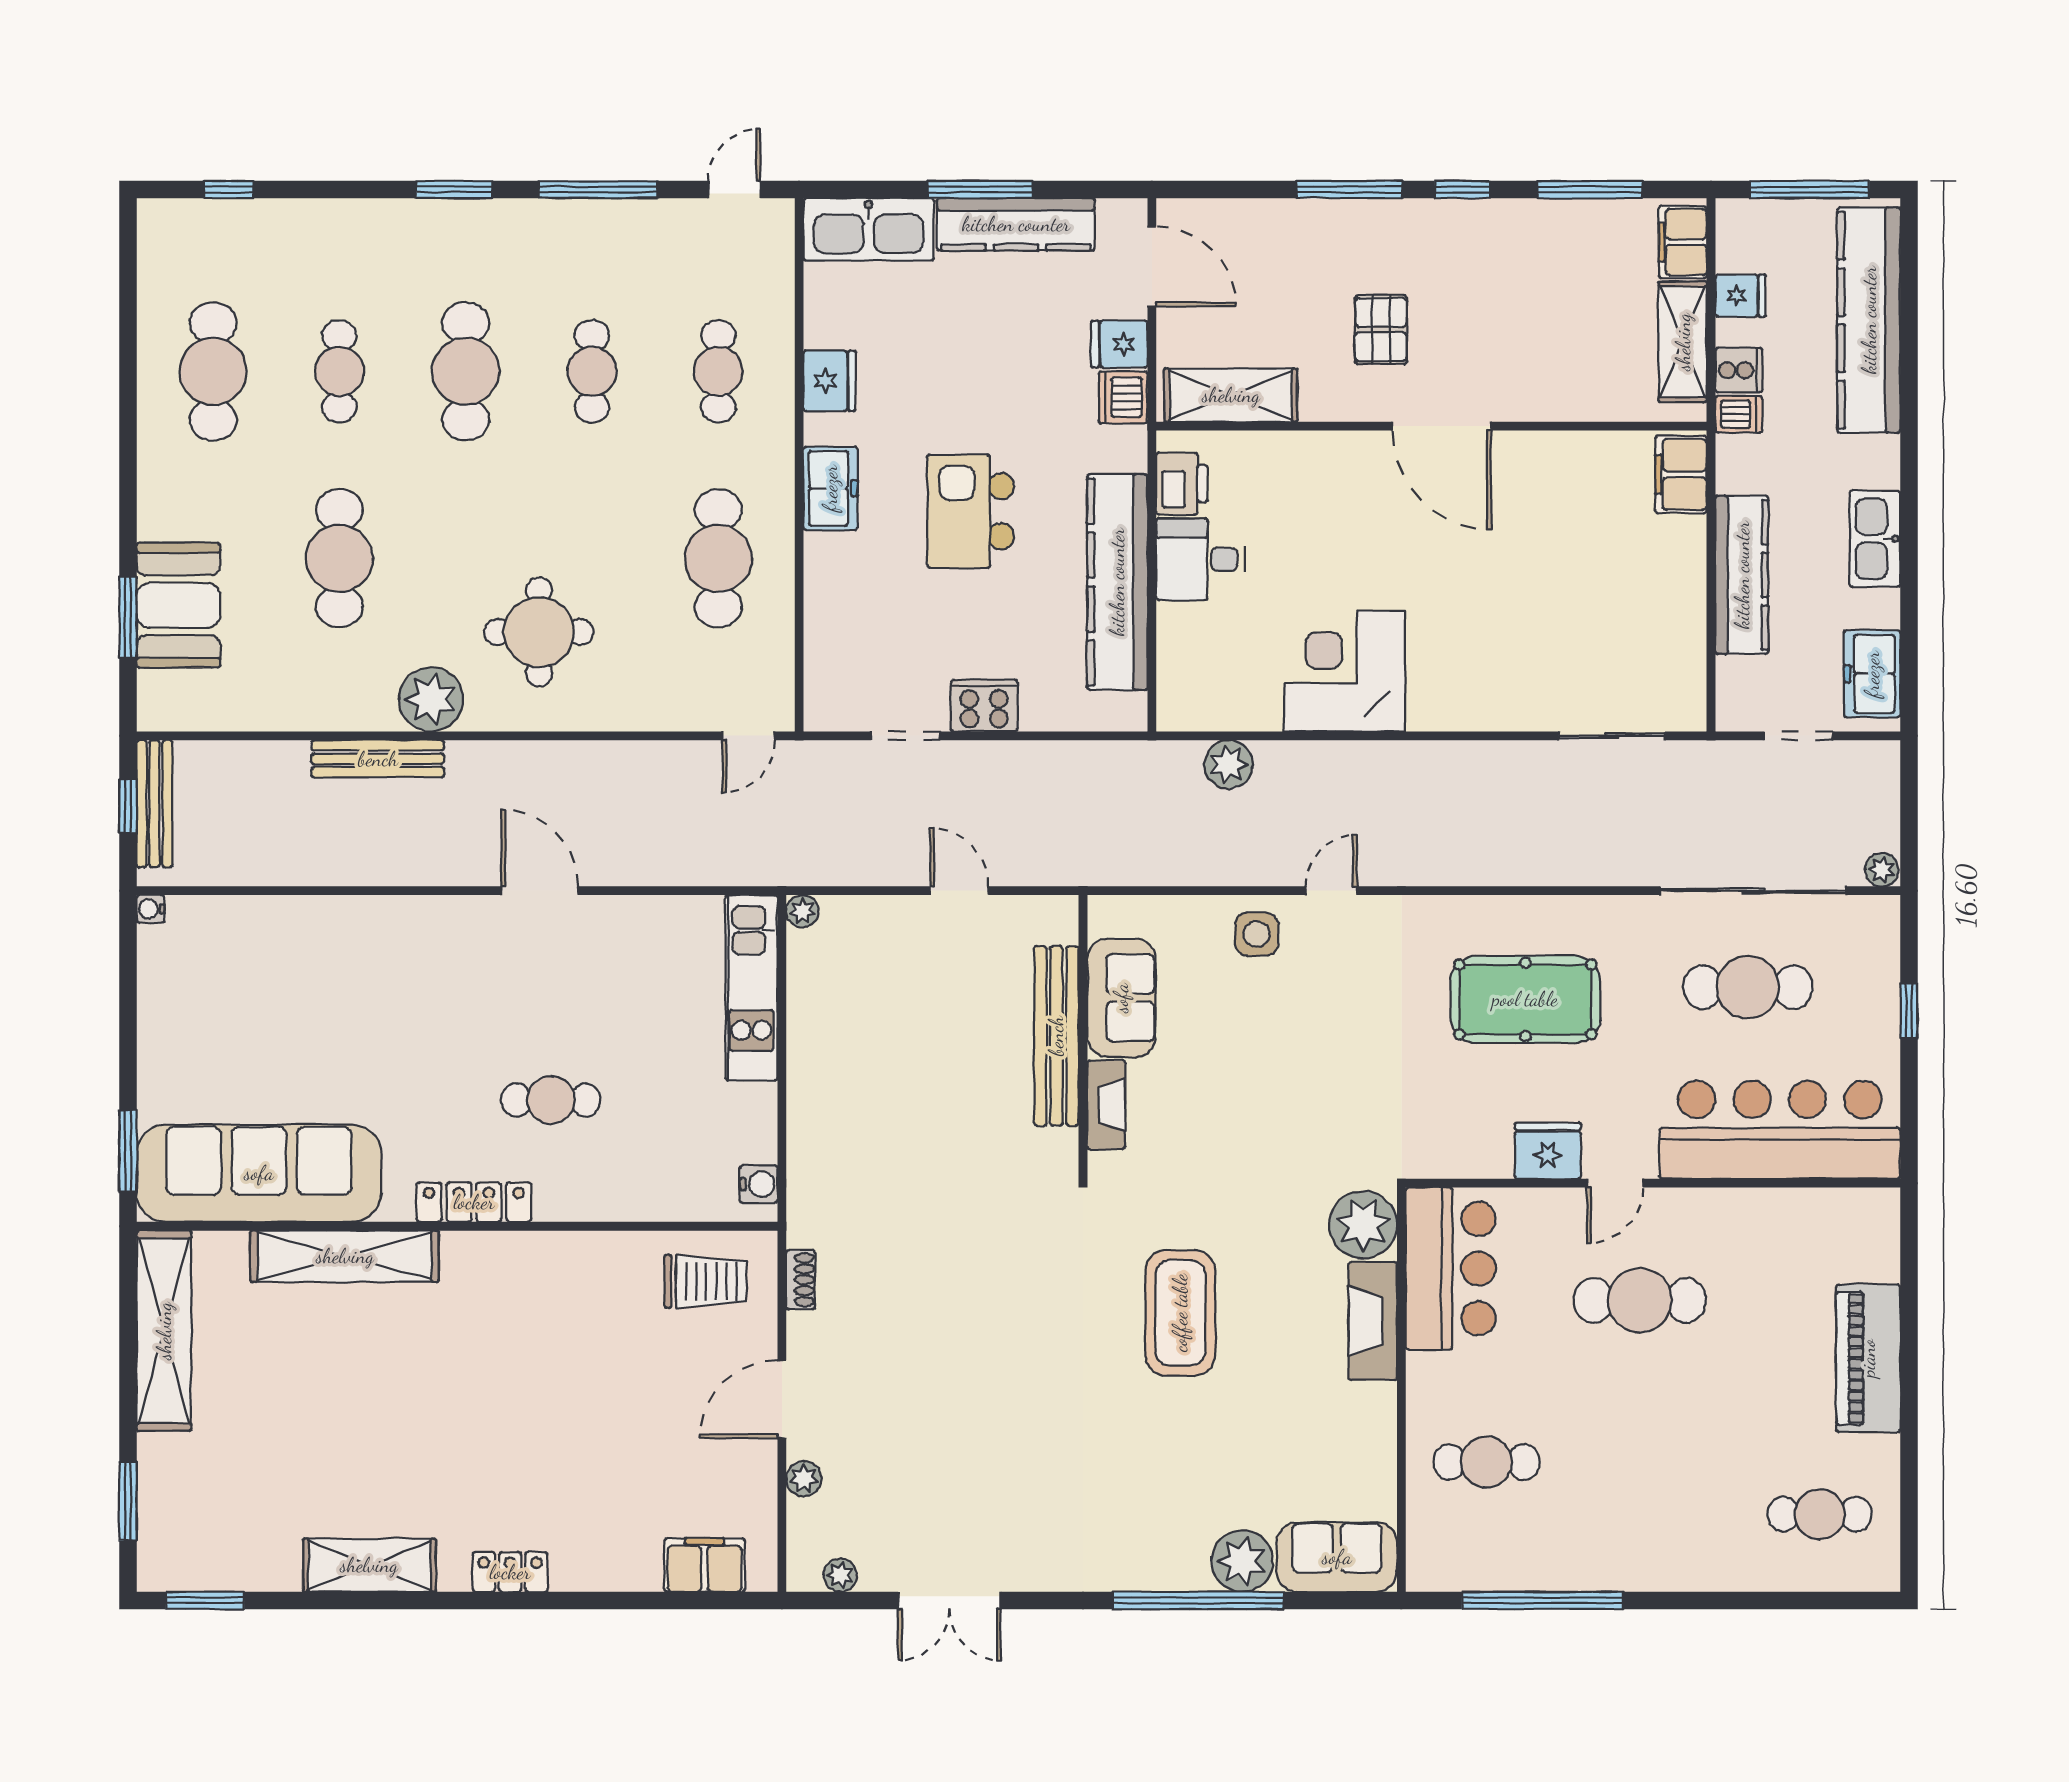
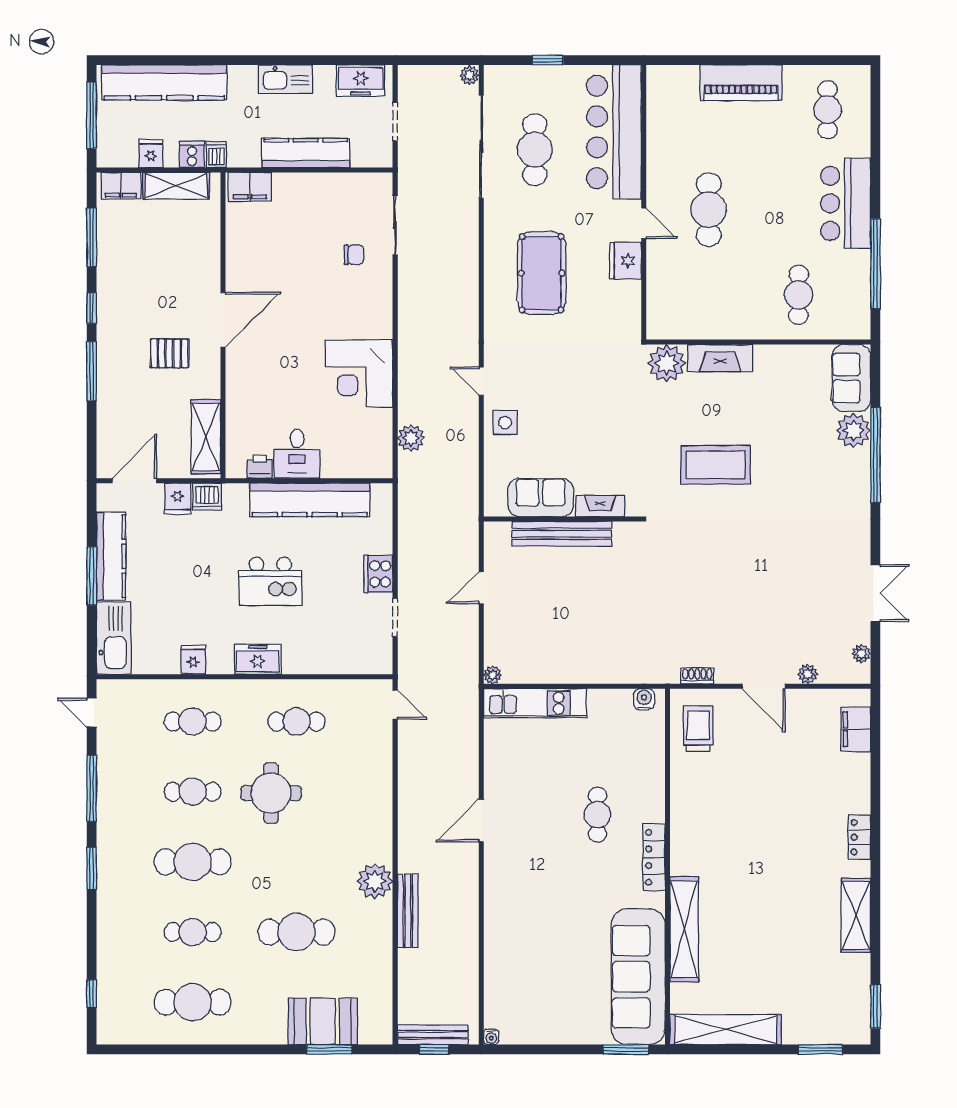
fridge: (830, 381) -> (193, 660), width x0.72
printer: (1182, 484) -> (260, 467), width x0.73, depth x0.81
cafe table: (718, 558) -> (297, 722), width x0.73, depth x0.74
round table: (539, 632) -> (271, 793), moved
chair: (1558, 662) -> (354, 255), added
bar counter: (1451, 1269) -> (846, 203), moved, turned -90

